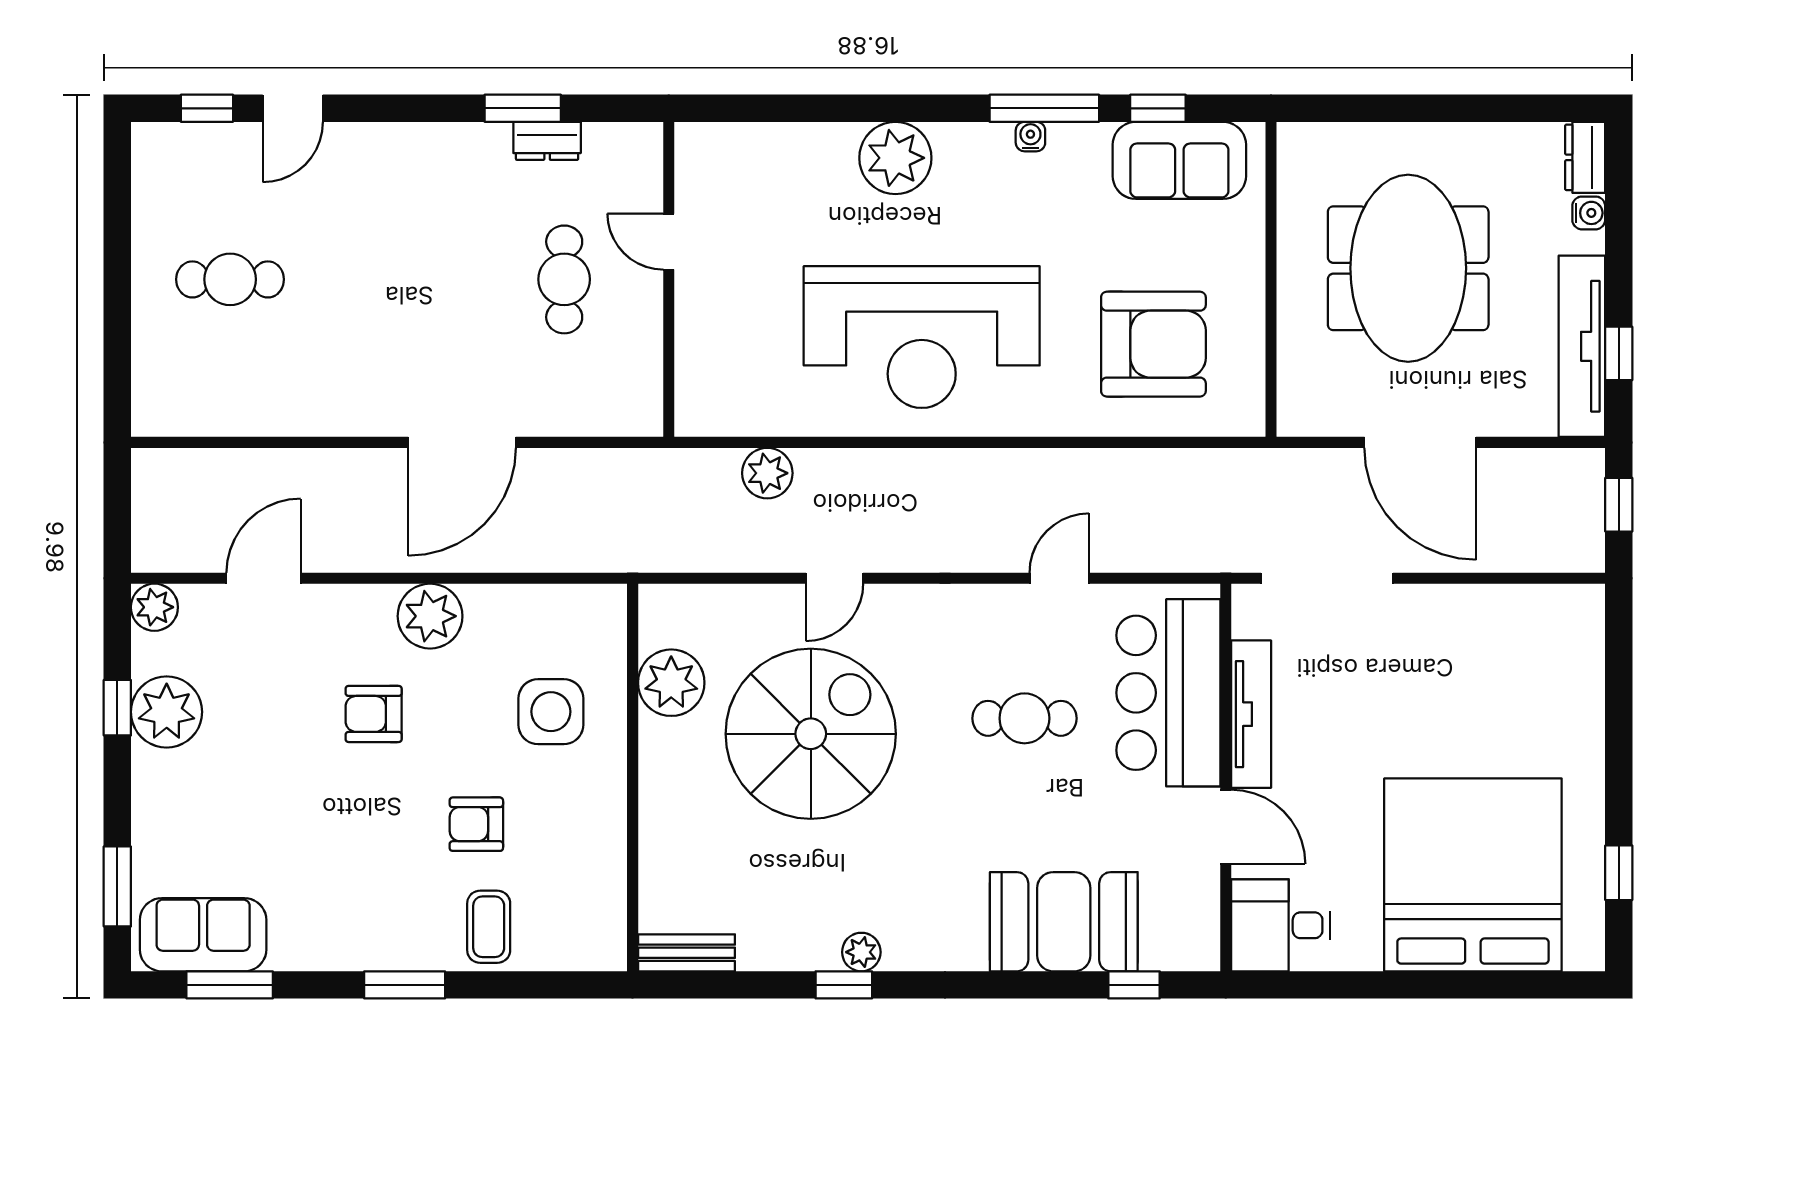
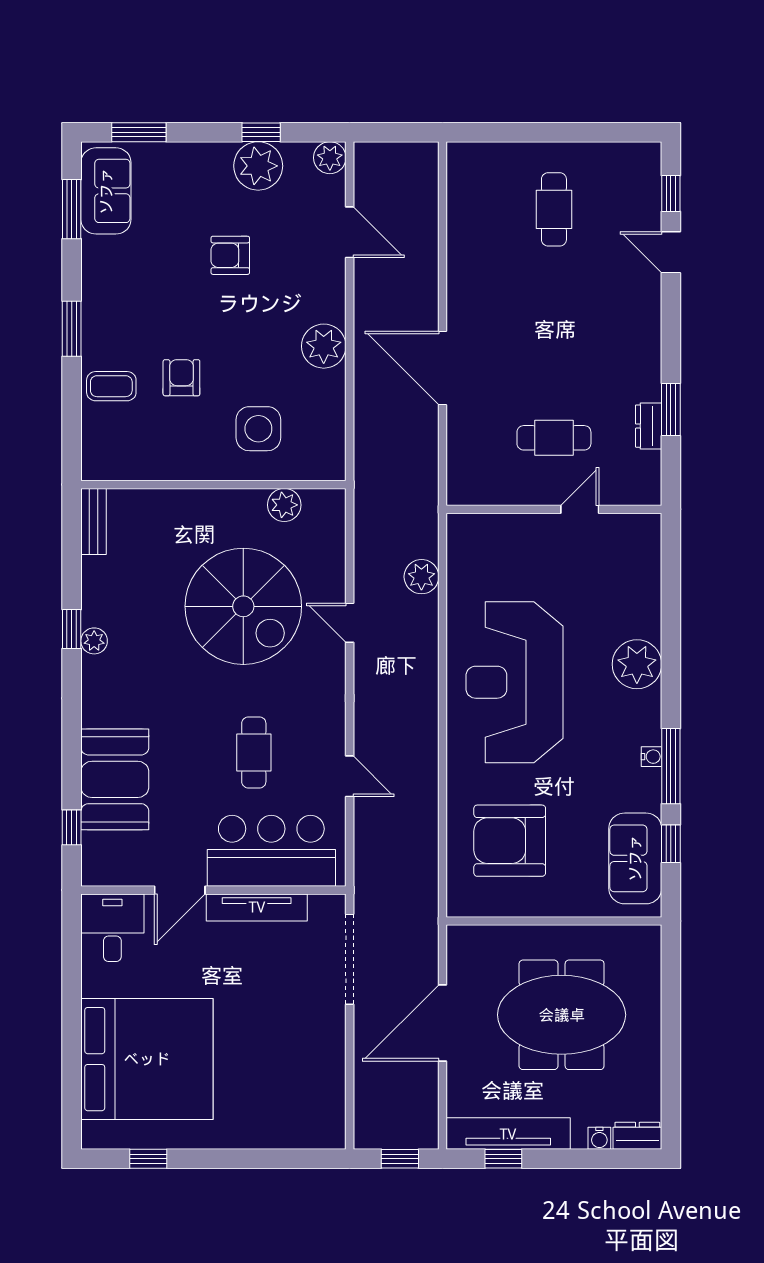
armchair: (1153, 344) -> (510, 841), turned 90
plant: (671, 683) -> (284, 505), width x0.73, depth x0.73
armchair: (374, 714) -> (230, 255), moved, turned -90

